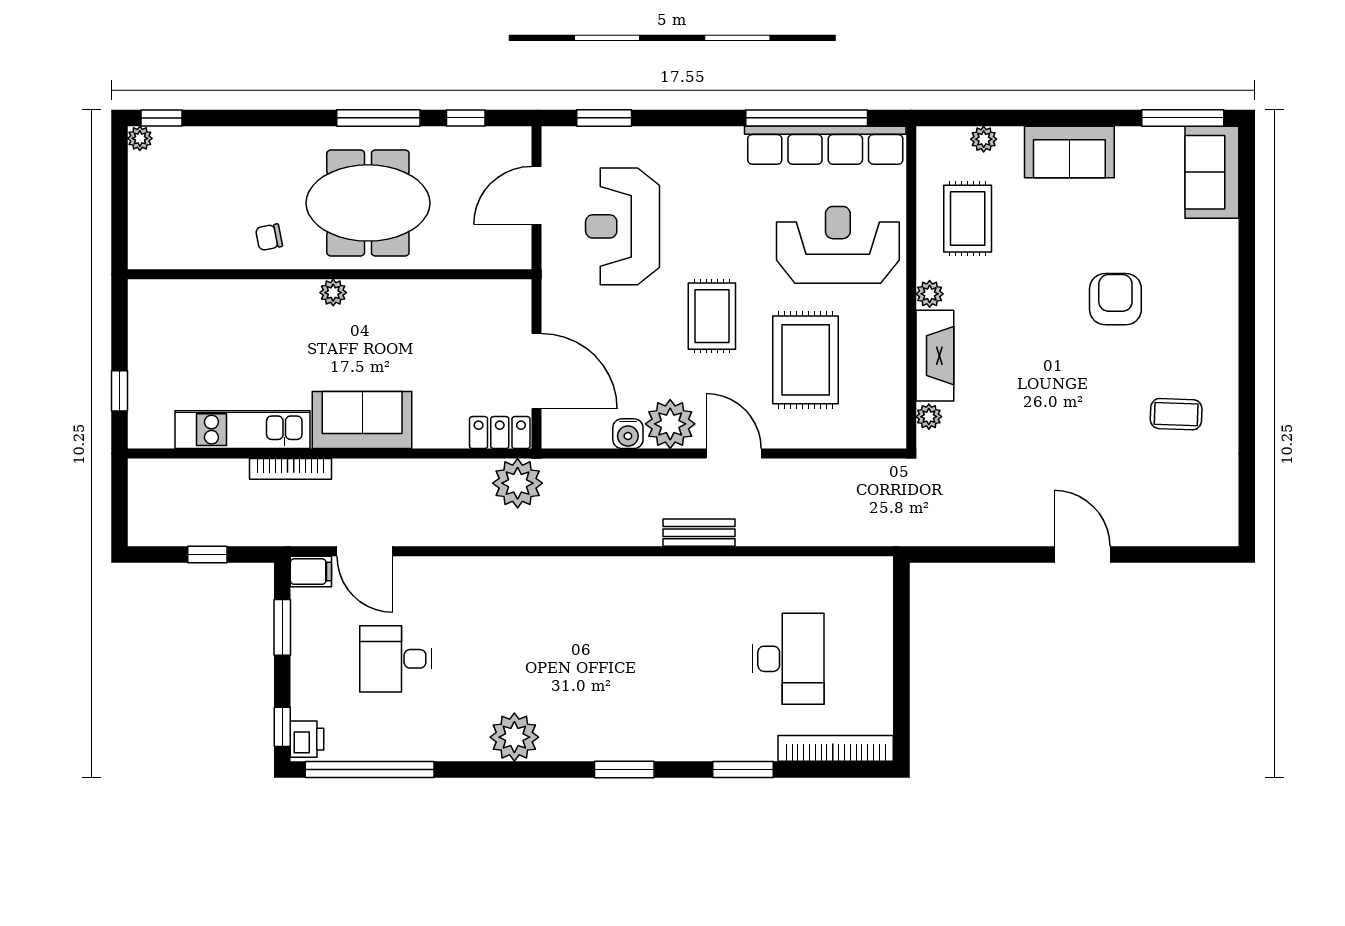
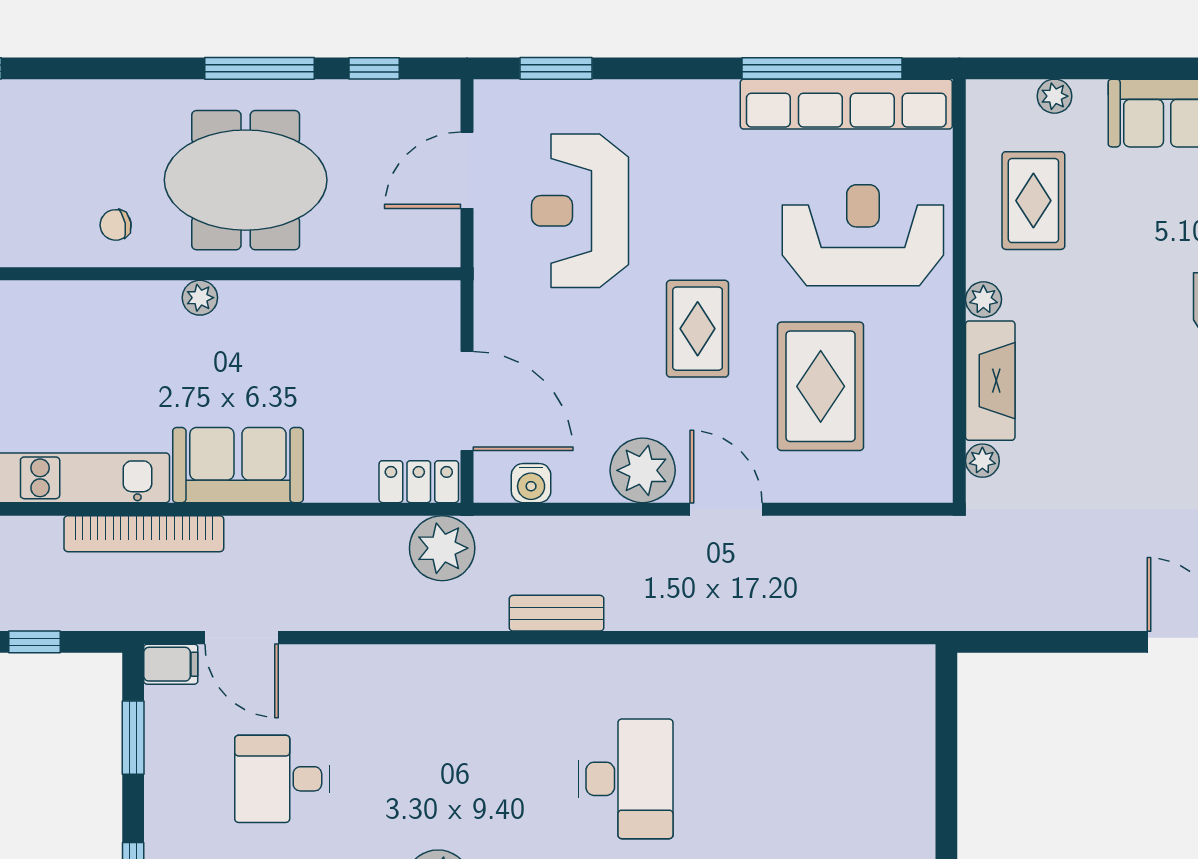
water cooler: (628, 434) -> (531, 483), moved
bookcase: (290, 469) -> (144, 534), width x1.48, depth x1.31
bench: (699, 533) -> (557, 613), moved
desk: (788, 659) -> (626, 779), moved

